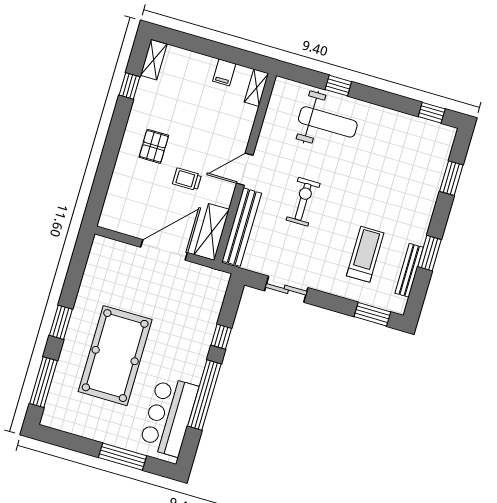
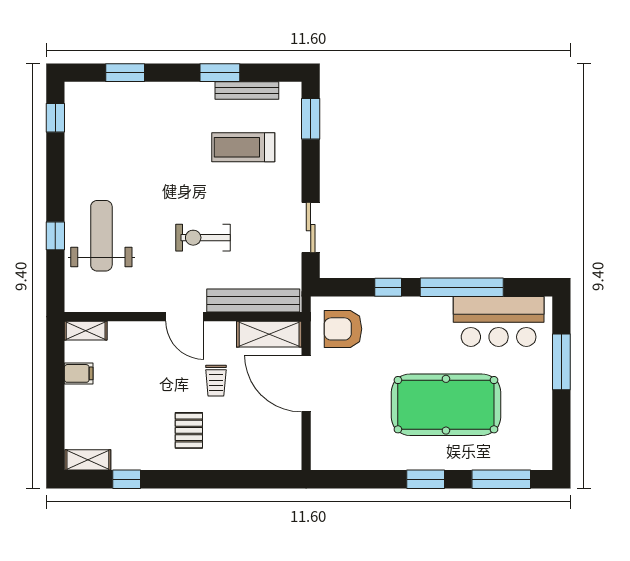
pallet: (154, 146) -> (189, 430), turned 90
armchair: (199, 292) -> (343, 329), added

